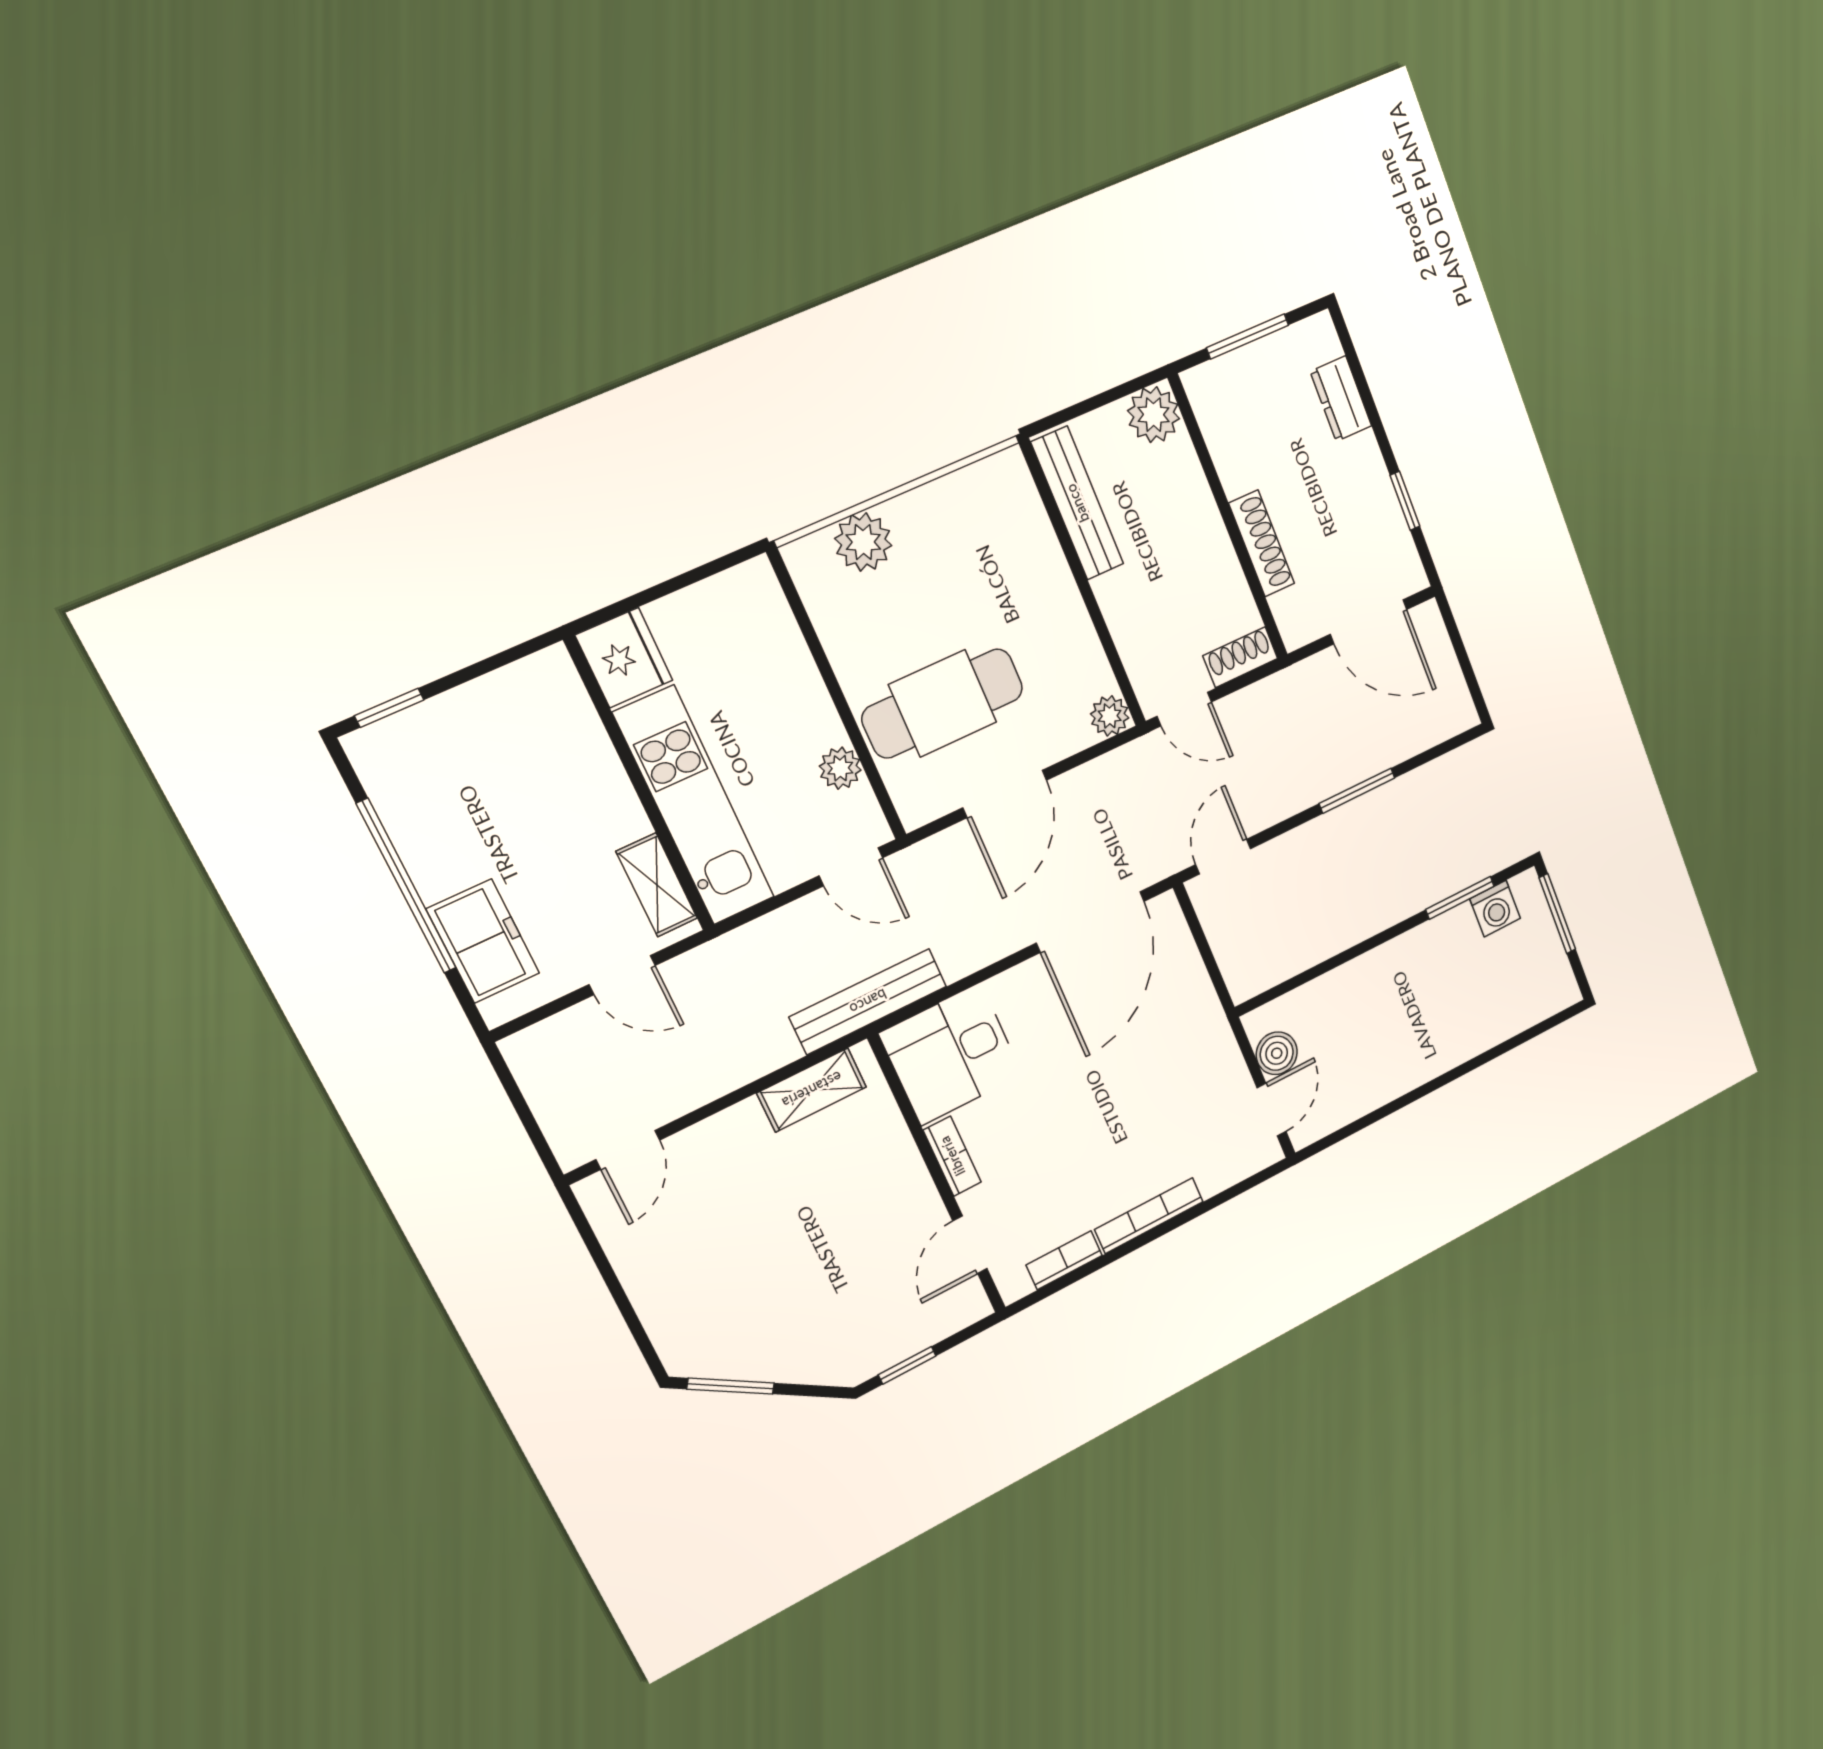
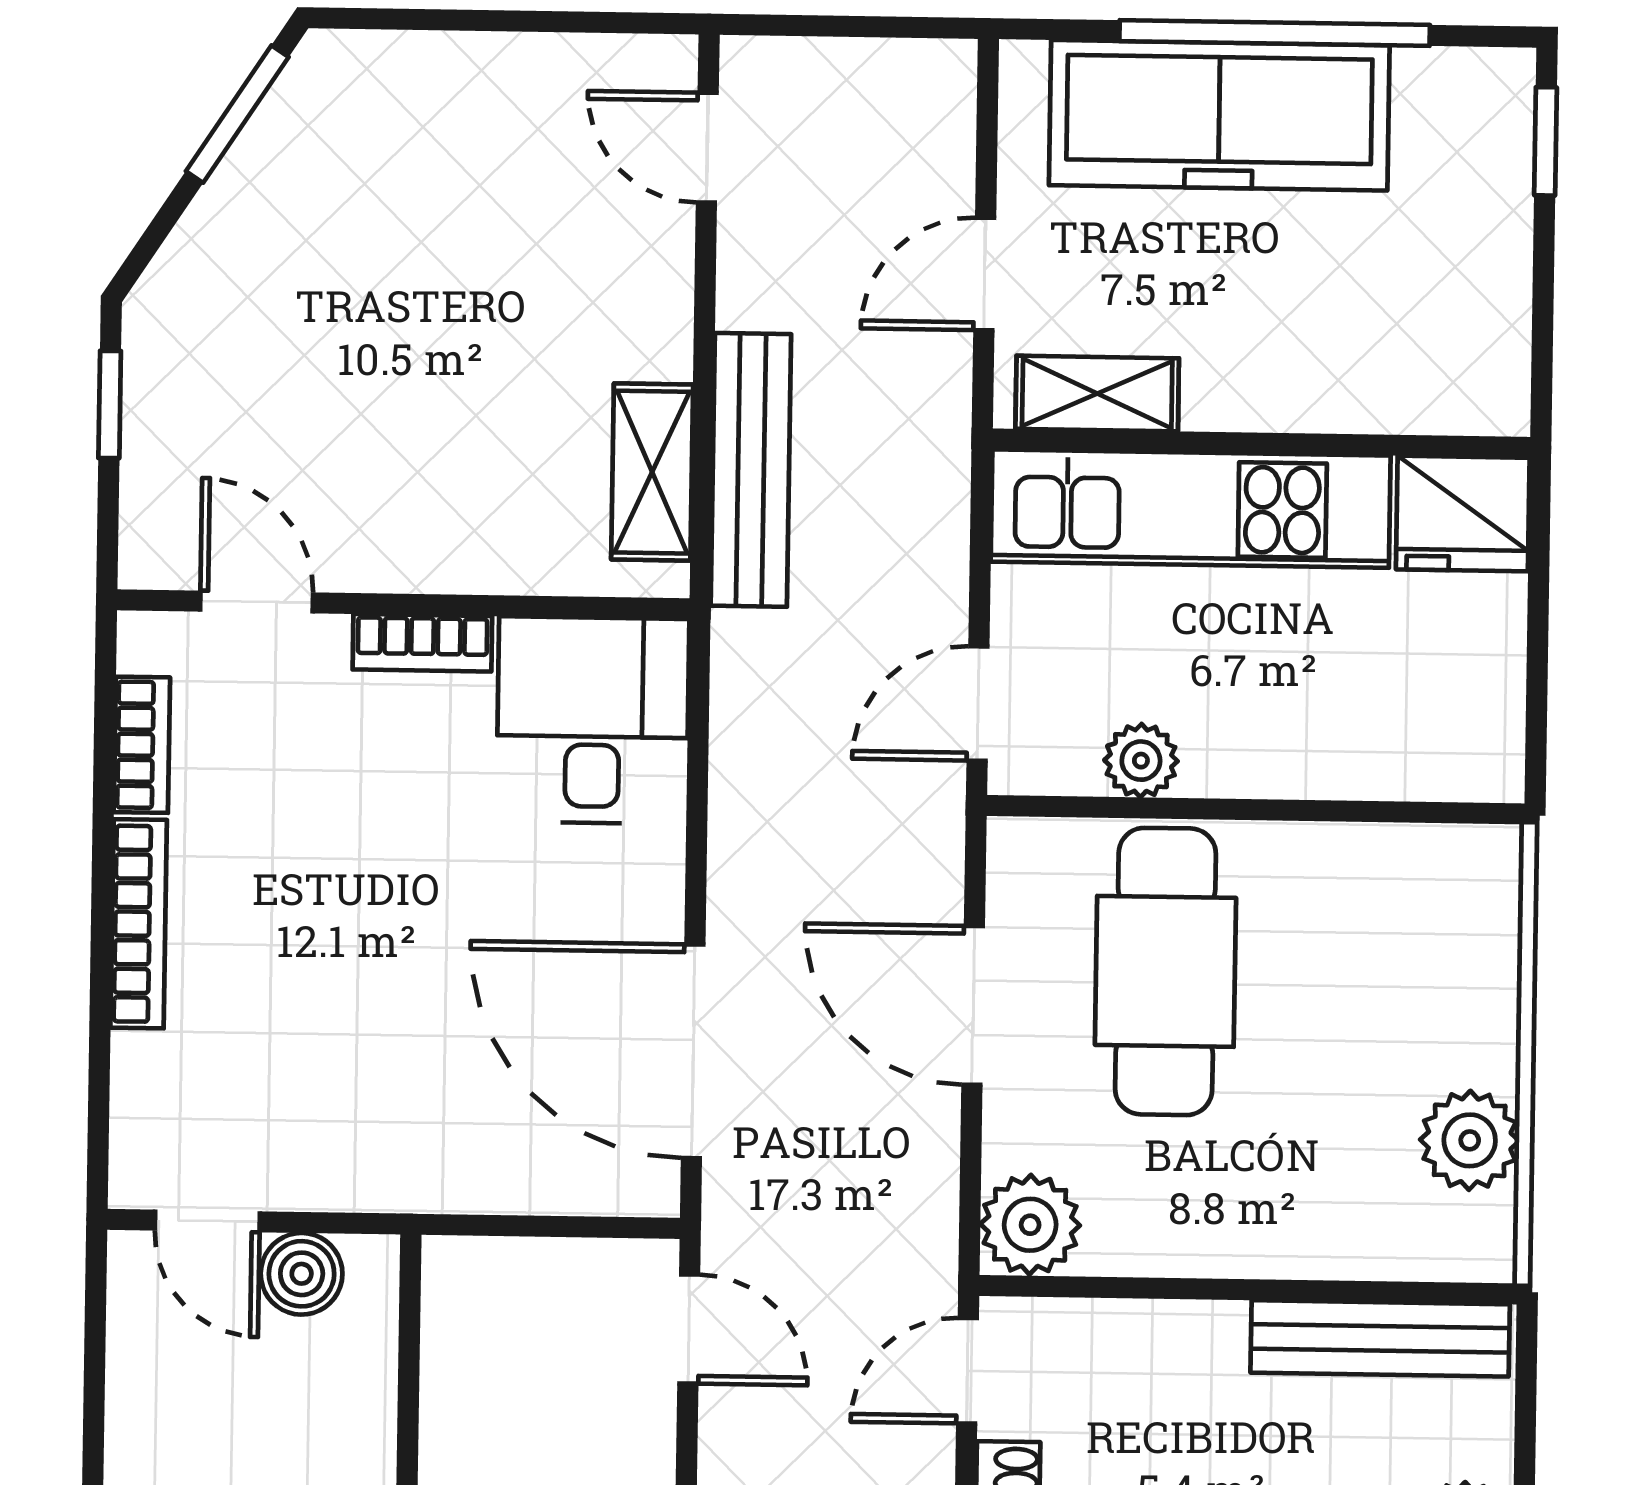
plant: (863, 542) -> (1470, 1140), moved
plant: (1110, 716) -> (1030, 1225), width x1.38, depth x1.38
freezer: (483, 941) -> (1219, 115), width x1.91, depth x1.26
bench: (868, 1002) -> (751, 470), moved

